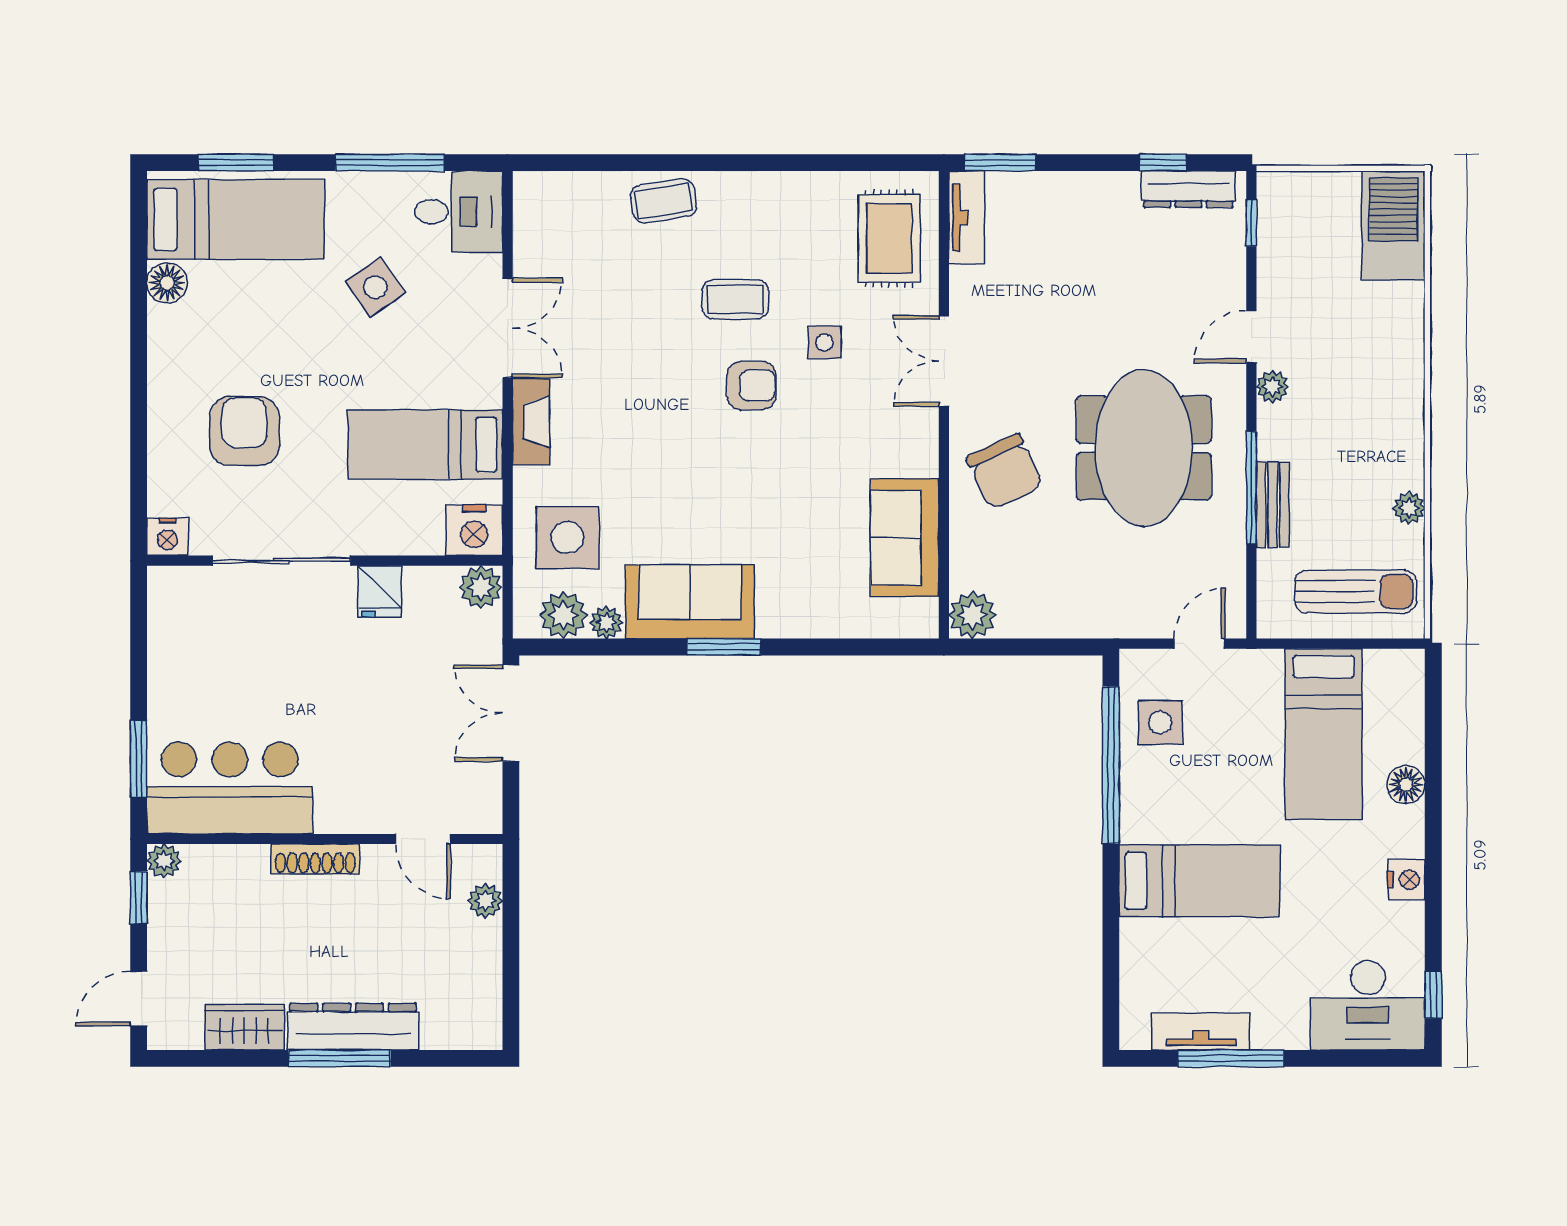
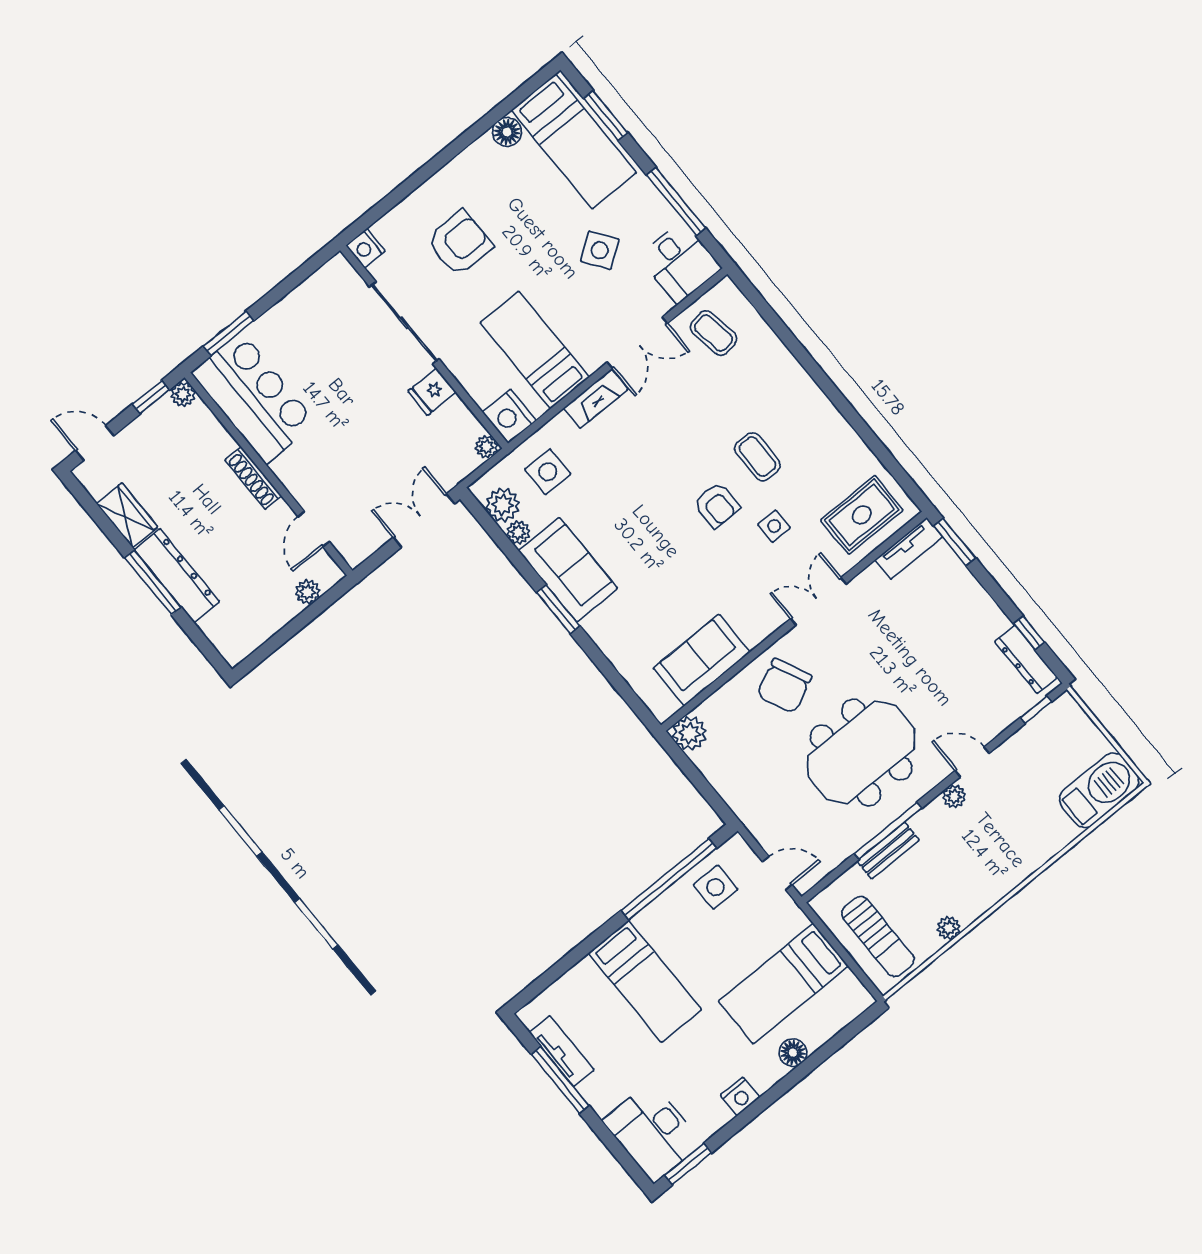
coffee table: (663, 201) -> (713, 333), moved
side table: (567, 537) -> (548, 472), width x0.73, depth x0.73
plant: (481, 587) -> (486, 447), width x0.73, depth x0.73
window: (1433, 995) -> (688, 1164), width x1.50

